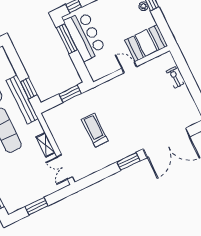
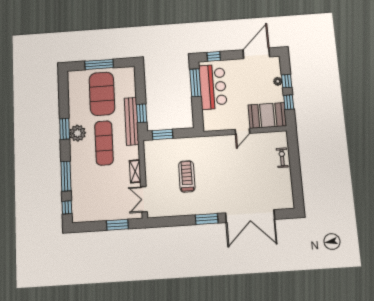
window: (161, 22) -> (289, 102), added
door: (129, 67) -> (242, 131), swing flipped
window: (70, 94) -> (162, 135), moved
window: (37, 206) -> (117, 225), moved

